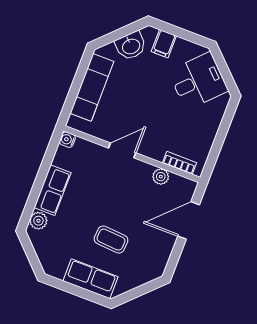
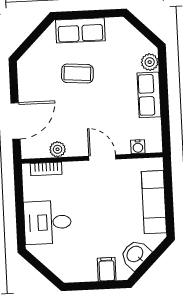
desk: (198, 81) -> (48, 222), moved, turned 46
water cooler: (67, 140) -> (138, 147), moved, turned 90
door: (122, 150) -> (102, 158), swing flipped

